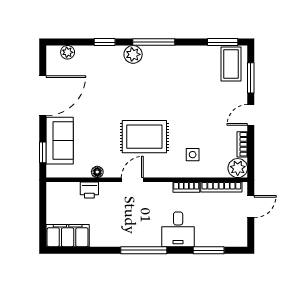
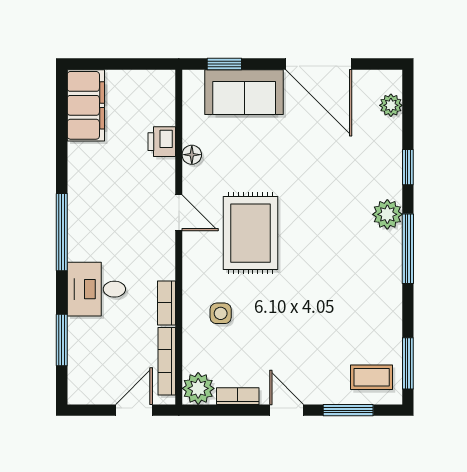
coffee table: (231, 64) -> (372, 377), width x0.73, depth x0.77
door: (251, 207) -> (134, 410), swing flipped

